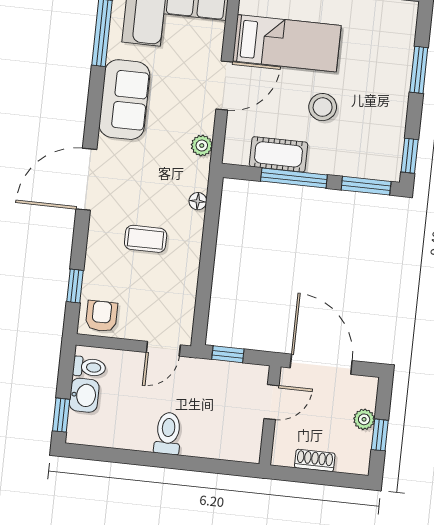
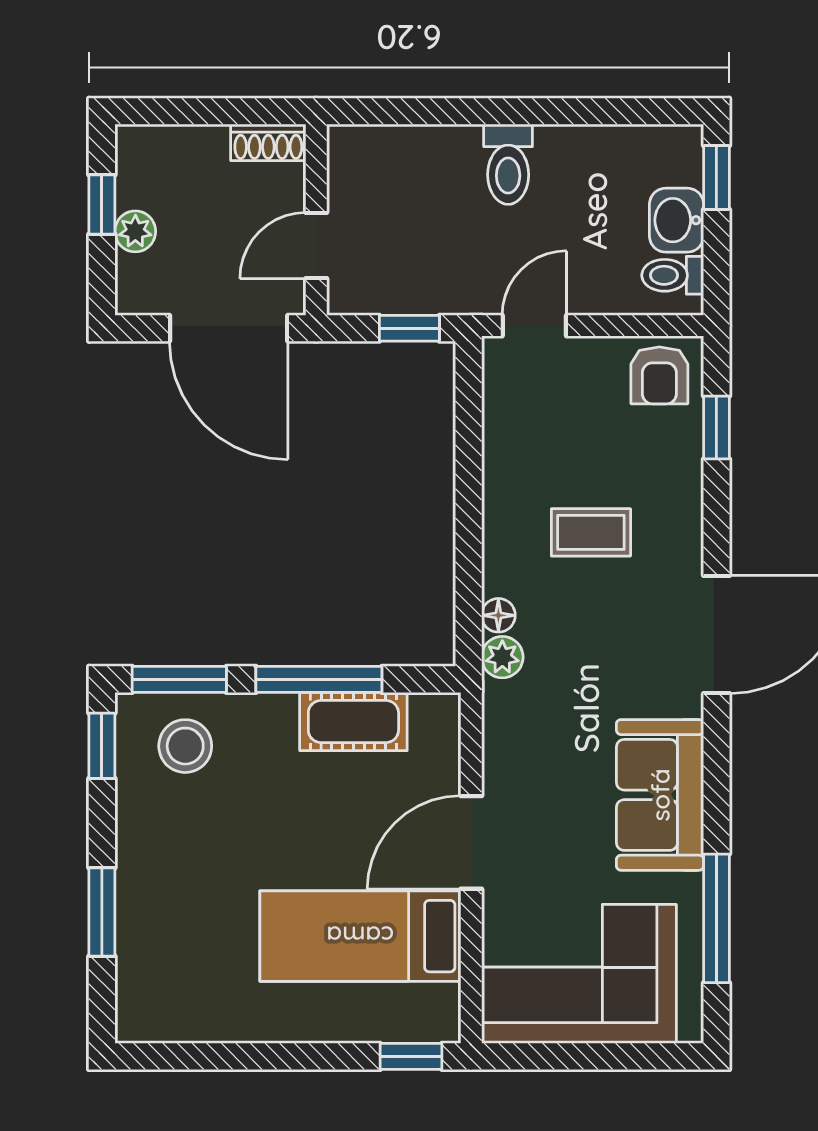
stool: (323, 107) -> (185, 746), moved
plant: (202, 146) -> (502, 657), moved
shoe rack: (315, 460) -> (268, 142), moved

